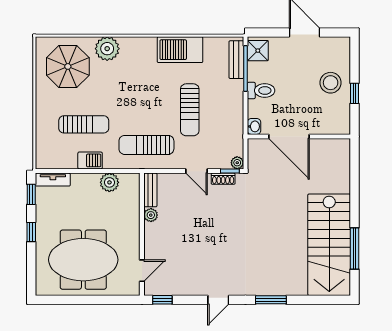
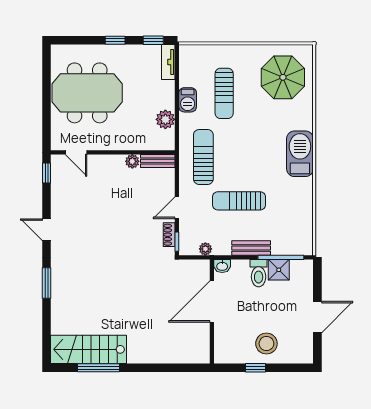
plant: (107, 49) -> (301, 117), removed
barbecue: (180, 50) -> (300, 154), moved
shower: (258, 51) -> (279, 270), moved
bench: (236, 60) -> (251, 248), moved
plant: (237, 163) -> (205, 249), moved
stairs: (329, 245) -> (88, 349), width x0.73, depth x0.66
meeting table: (83, 260) -> (87, 93), turned 90

